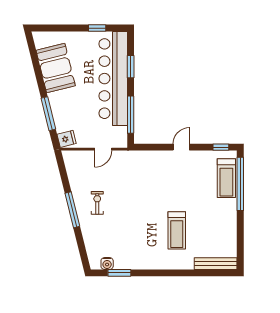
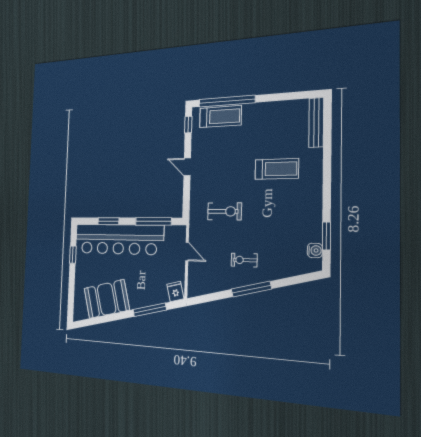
exercise bike: (140, 184) -> (225, 211), added

